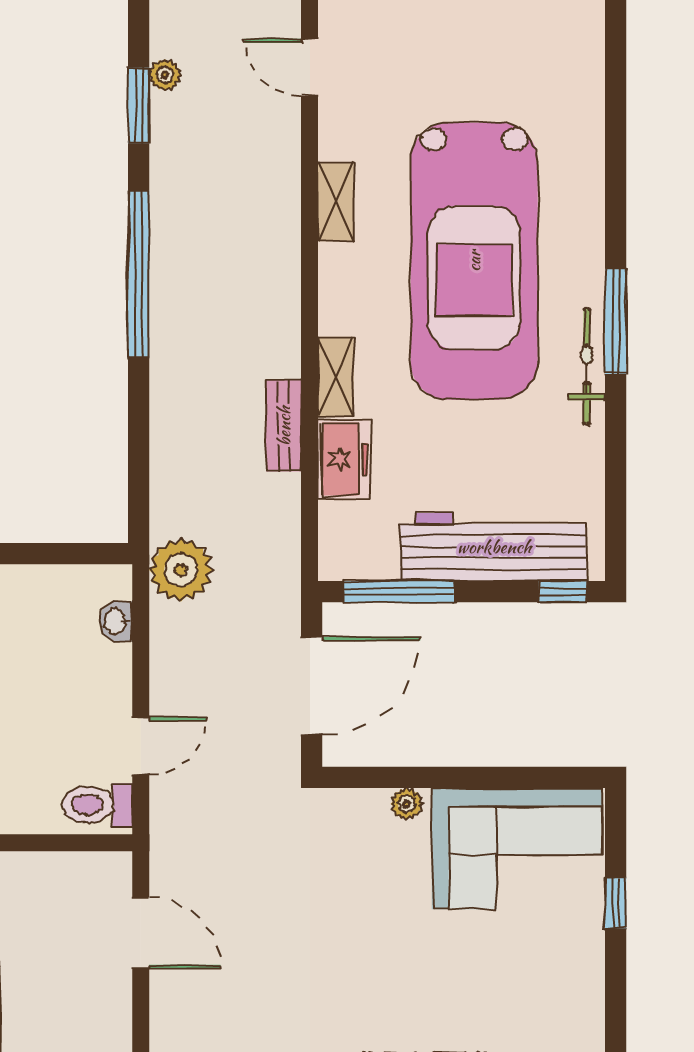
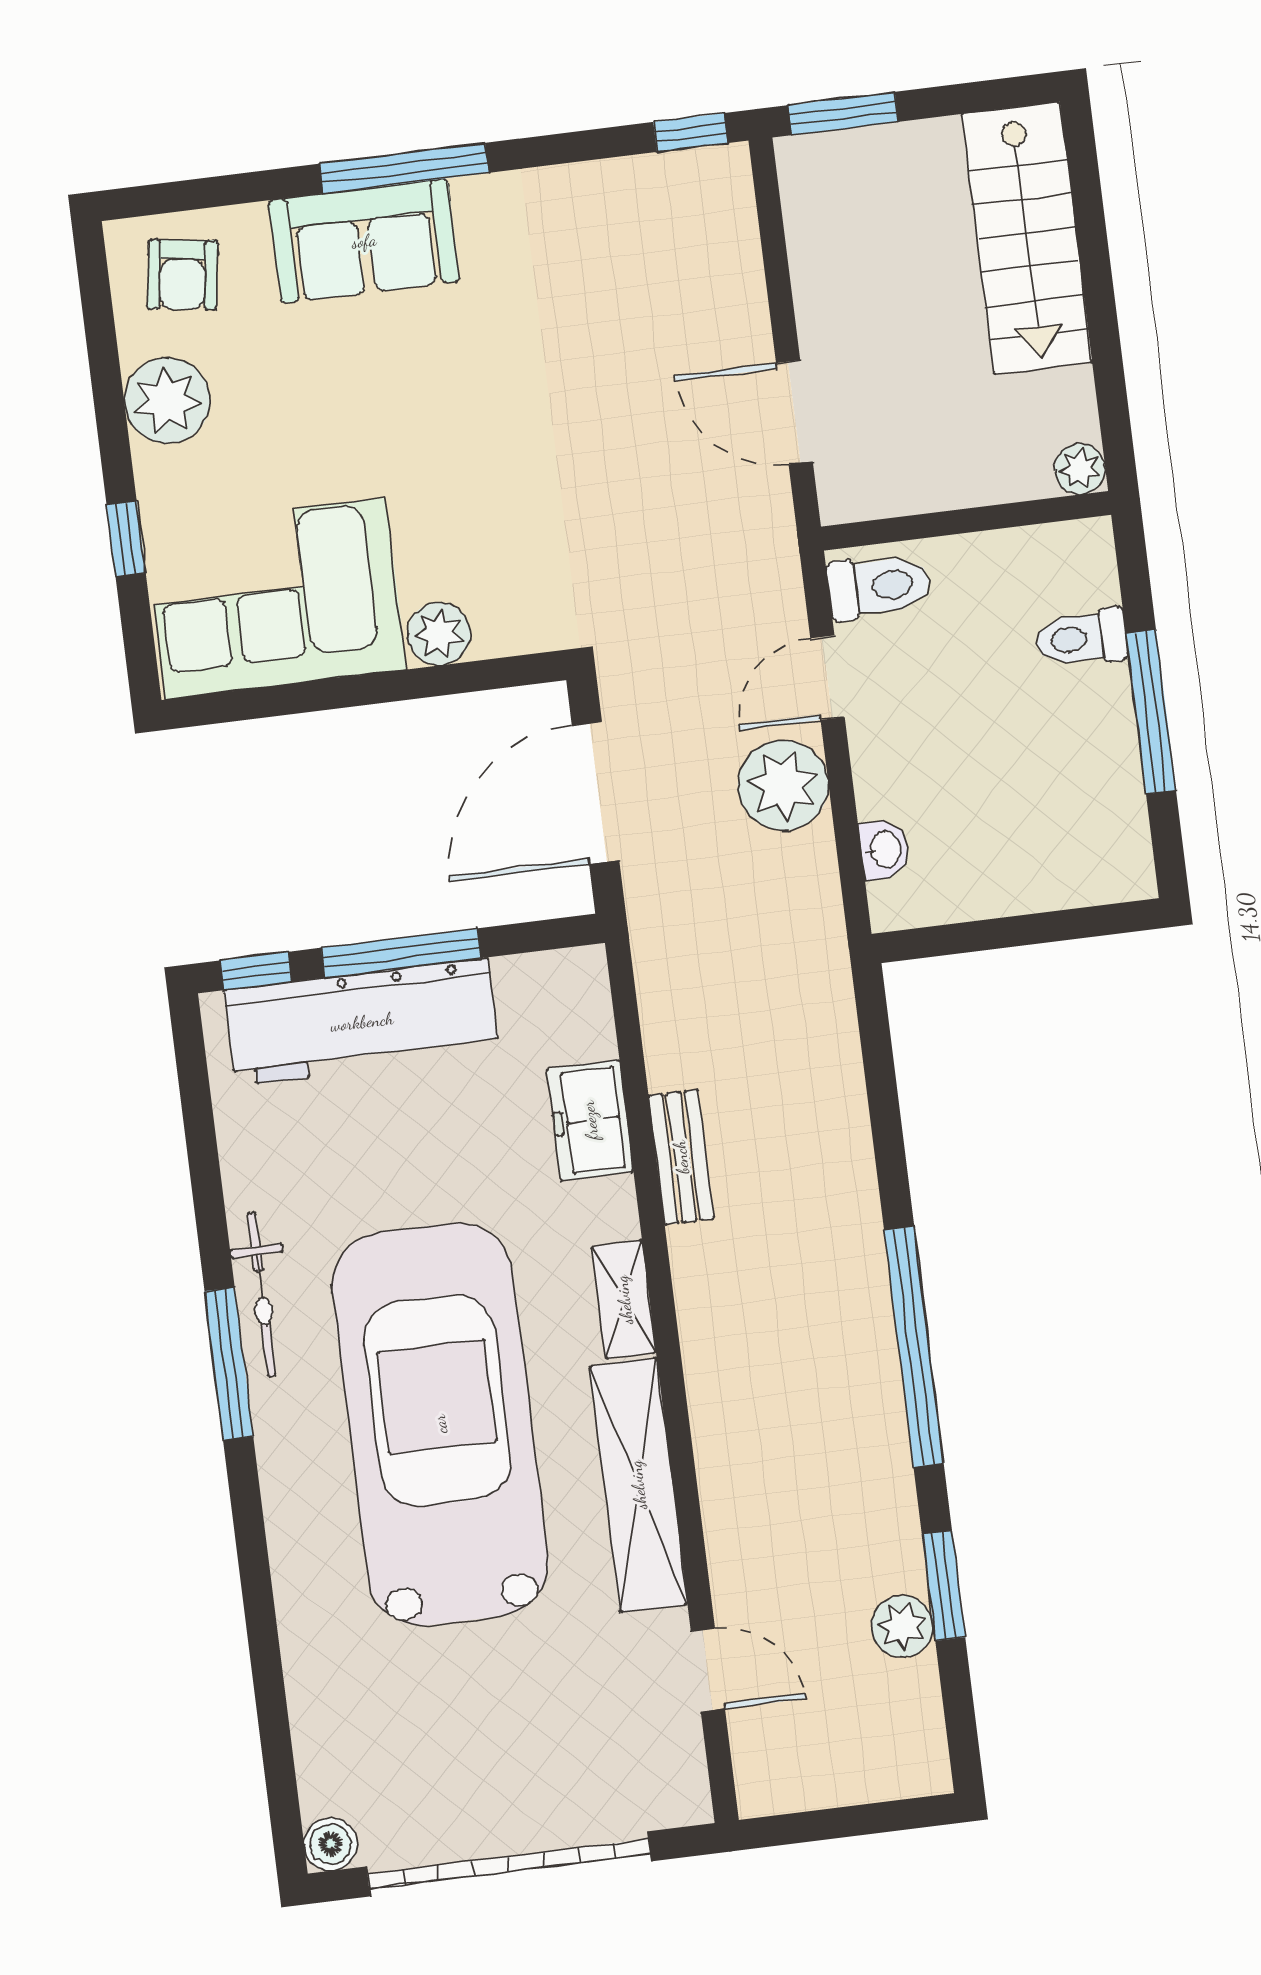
plant: (165, 75) -> (902, 1626), width x1.38, depth x1.38
shelving: (336, 202) -> (638, 1485), width x2.20, depth x1.33
shelving: (336, 377) -> (624, 1300), moved
plant: (181, 570) -> (783, 785), moved
window: (399, 592) -> (401, 953), moved
plant: (407, 804) -> (439, 634), width x1.38, depth x1.38
plant: (575, 995) -> (167, 401), added

